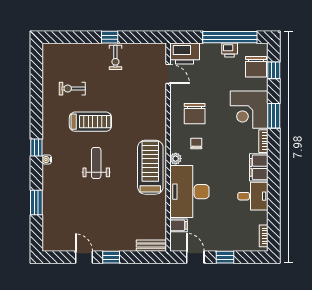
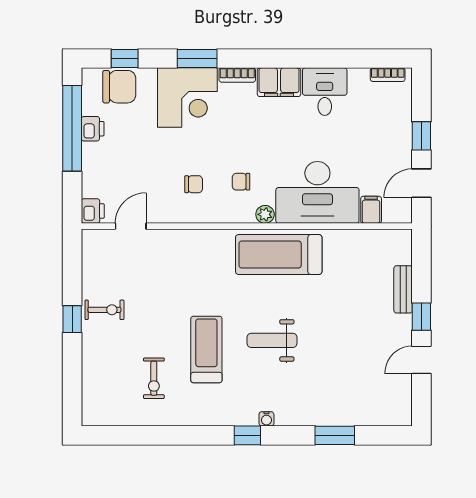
printer: (185, 53) -> (93, 211), width x0.53, depth x0.68
chair: (195, 114) -> (194, 184), width x0.54, depth x0.54
bench: (151, 246) -> (403, 289), moved

